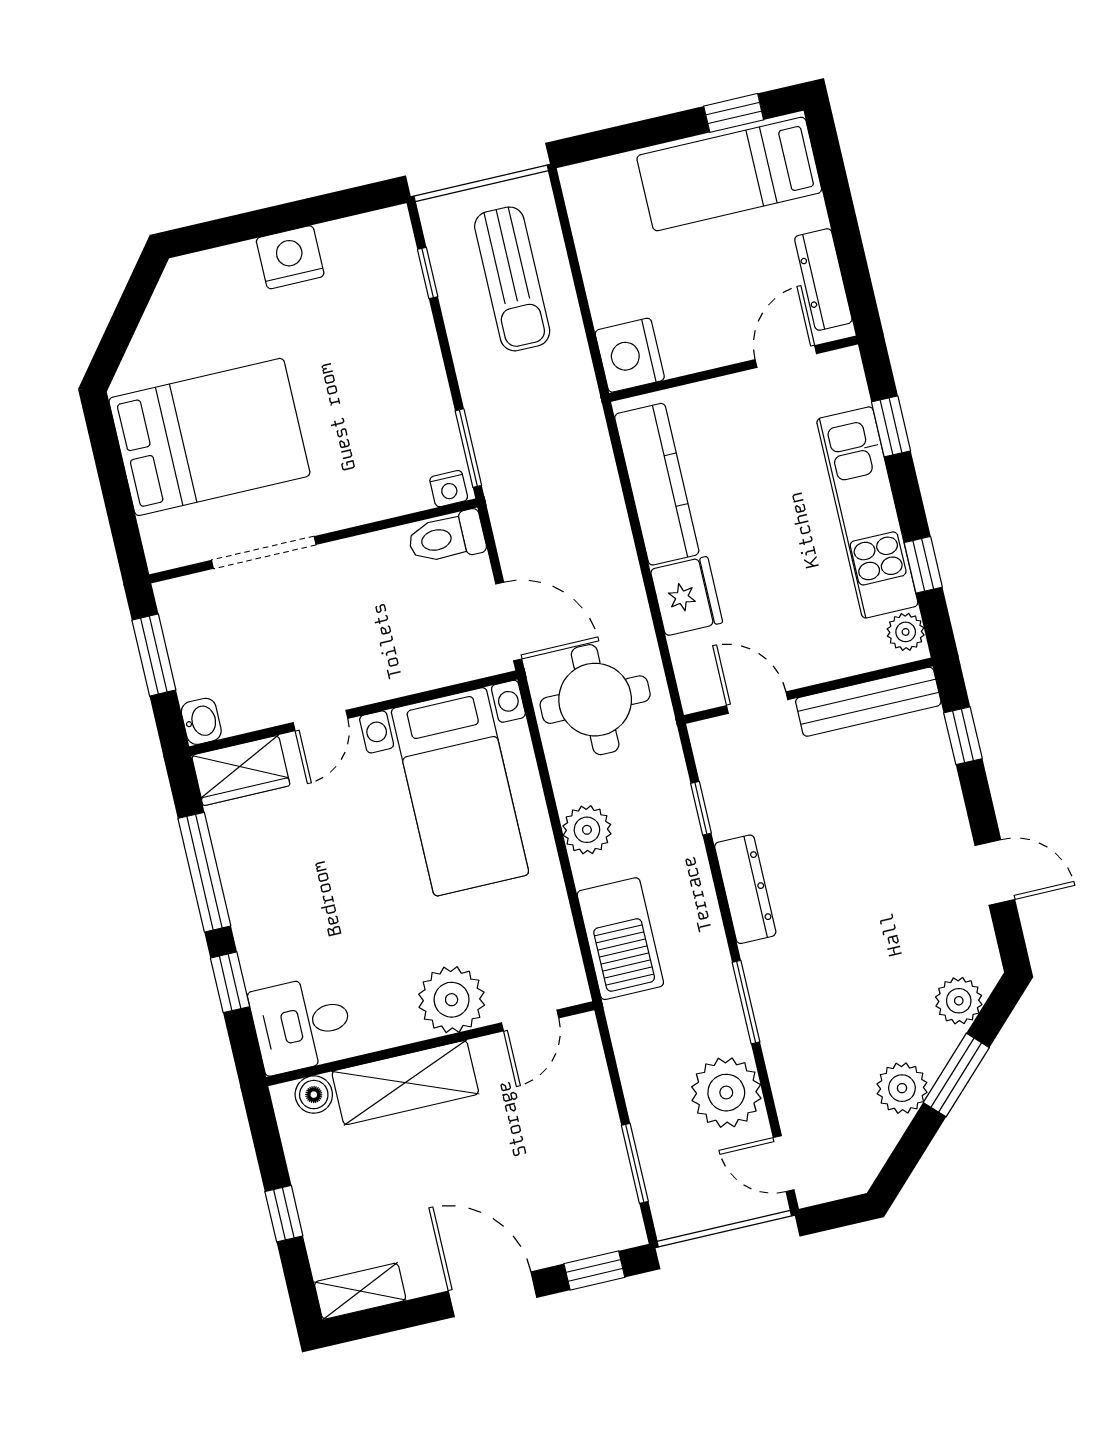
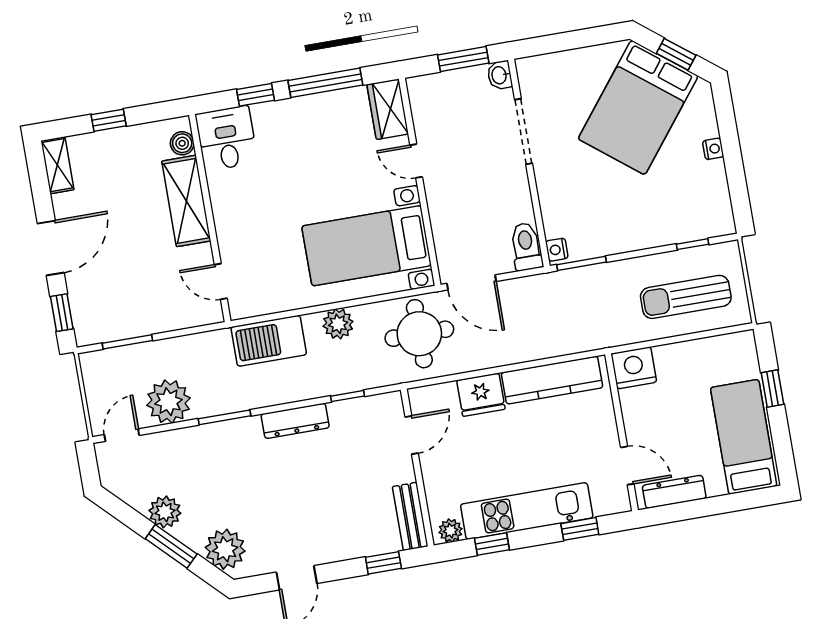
window: (734, 113) -> (773, 389), moved
nightstand: (290, 257) -> (713, 149), width x0.53, depth x0.56
window: (127, 317) -> (676, 54), added
bed: (209, 437) -> (638, 107), moved, turned 38
door: (509, 621) -> (471, 282), hinge flipped
bench: (868, 702) -> (410, 516), width x0.73
washbasin: (201, 721) -> (500, 75), moved, turned 90
plant: (452, 1000) -> (237, 233), removed
plant: (959, 1001) -> (225, 549), width x1.36, depth x1.36

